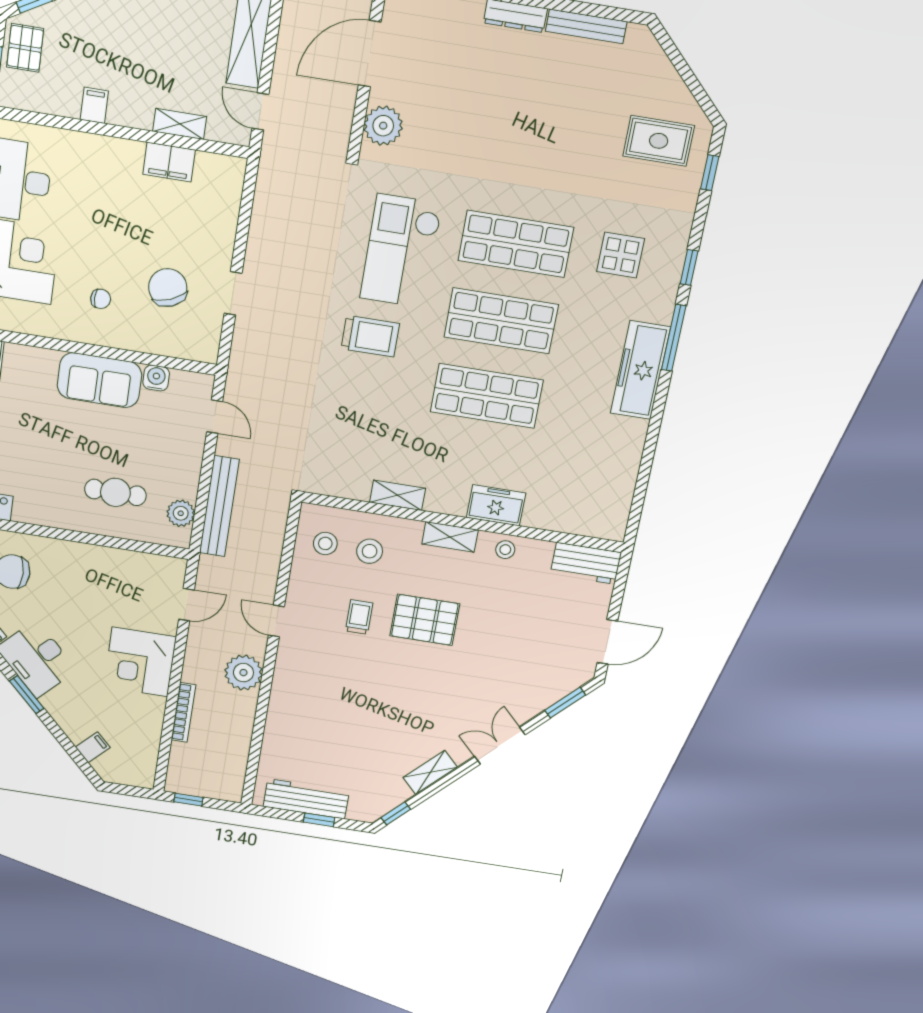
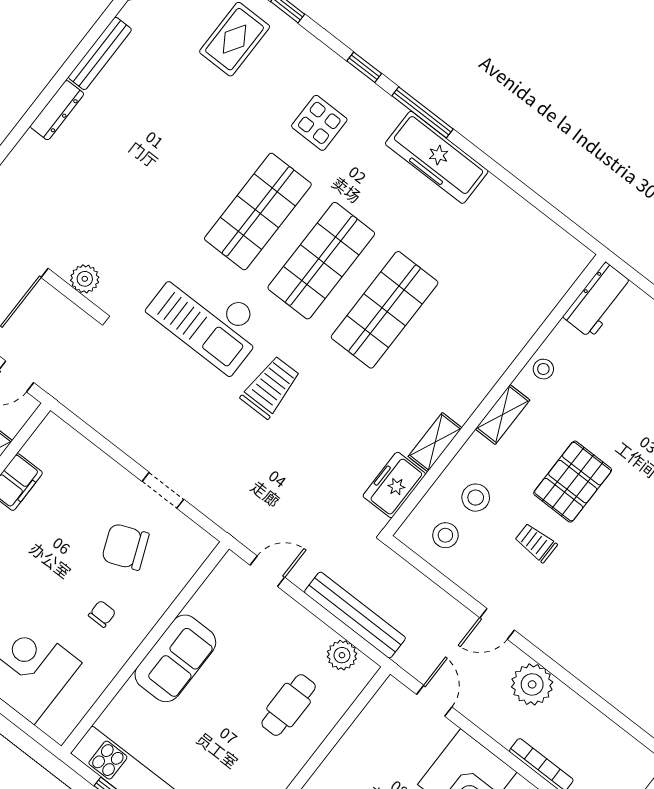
plant: (383, 126) -> (85, 279), width x0.73, depth x0.73
water cooler: (156, 378) -> (202, 605), removed
freezer: (496, 505) -> (394, 485), moved

